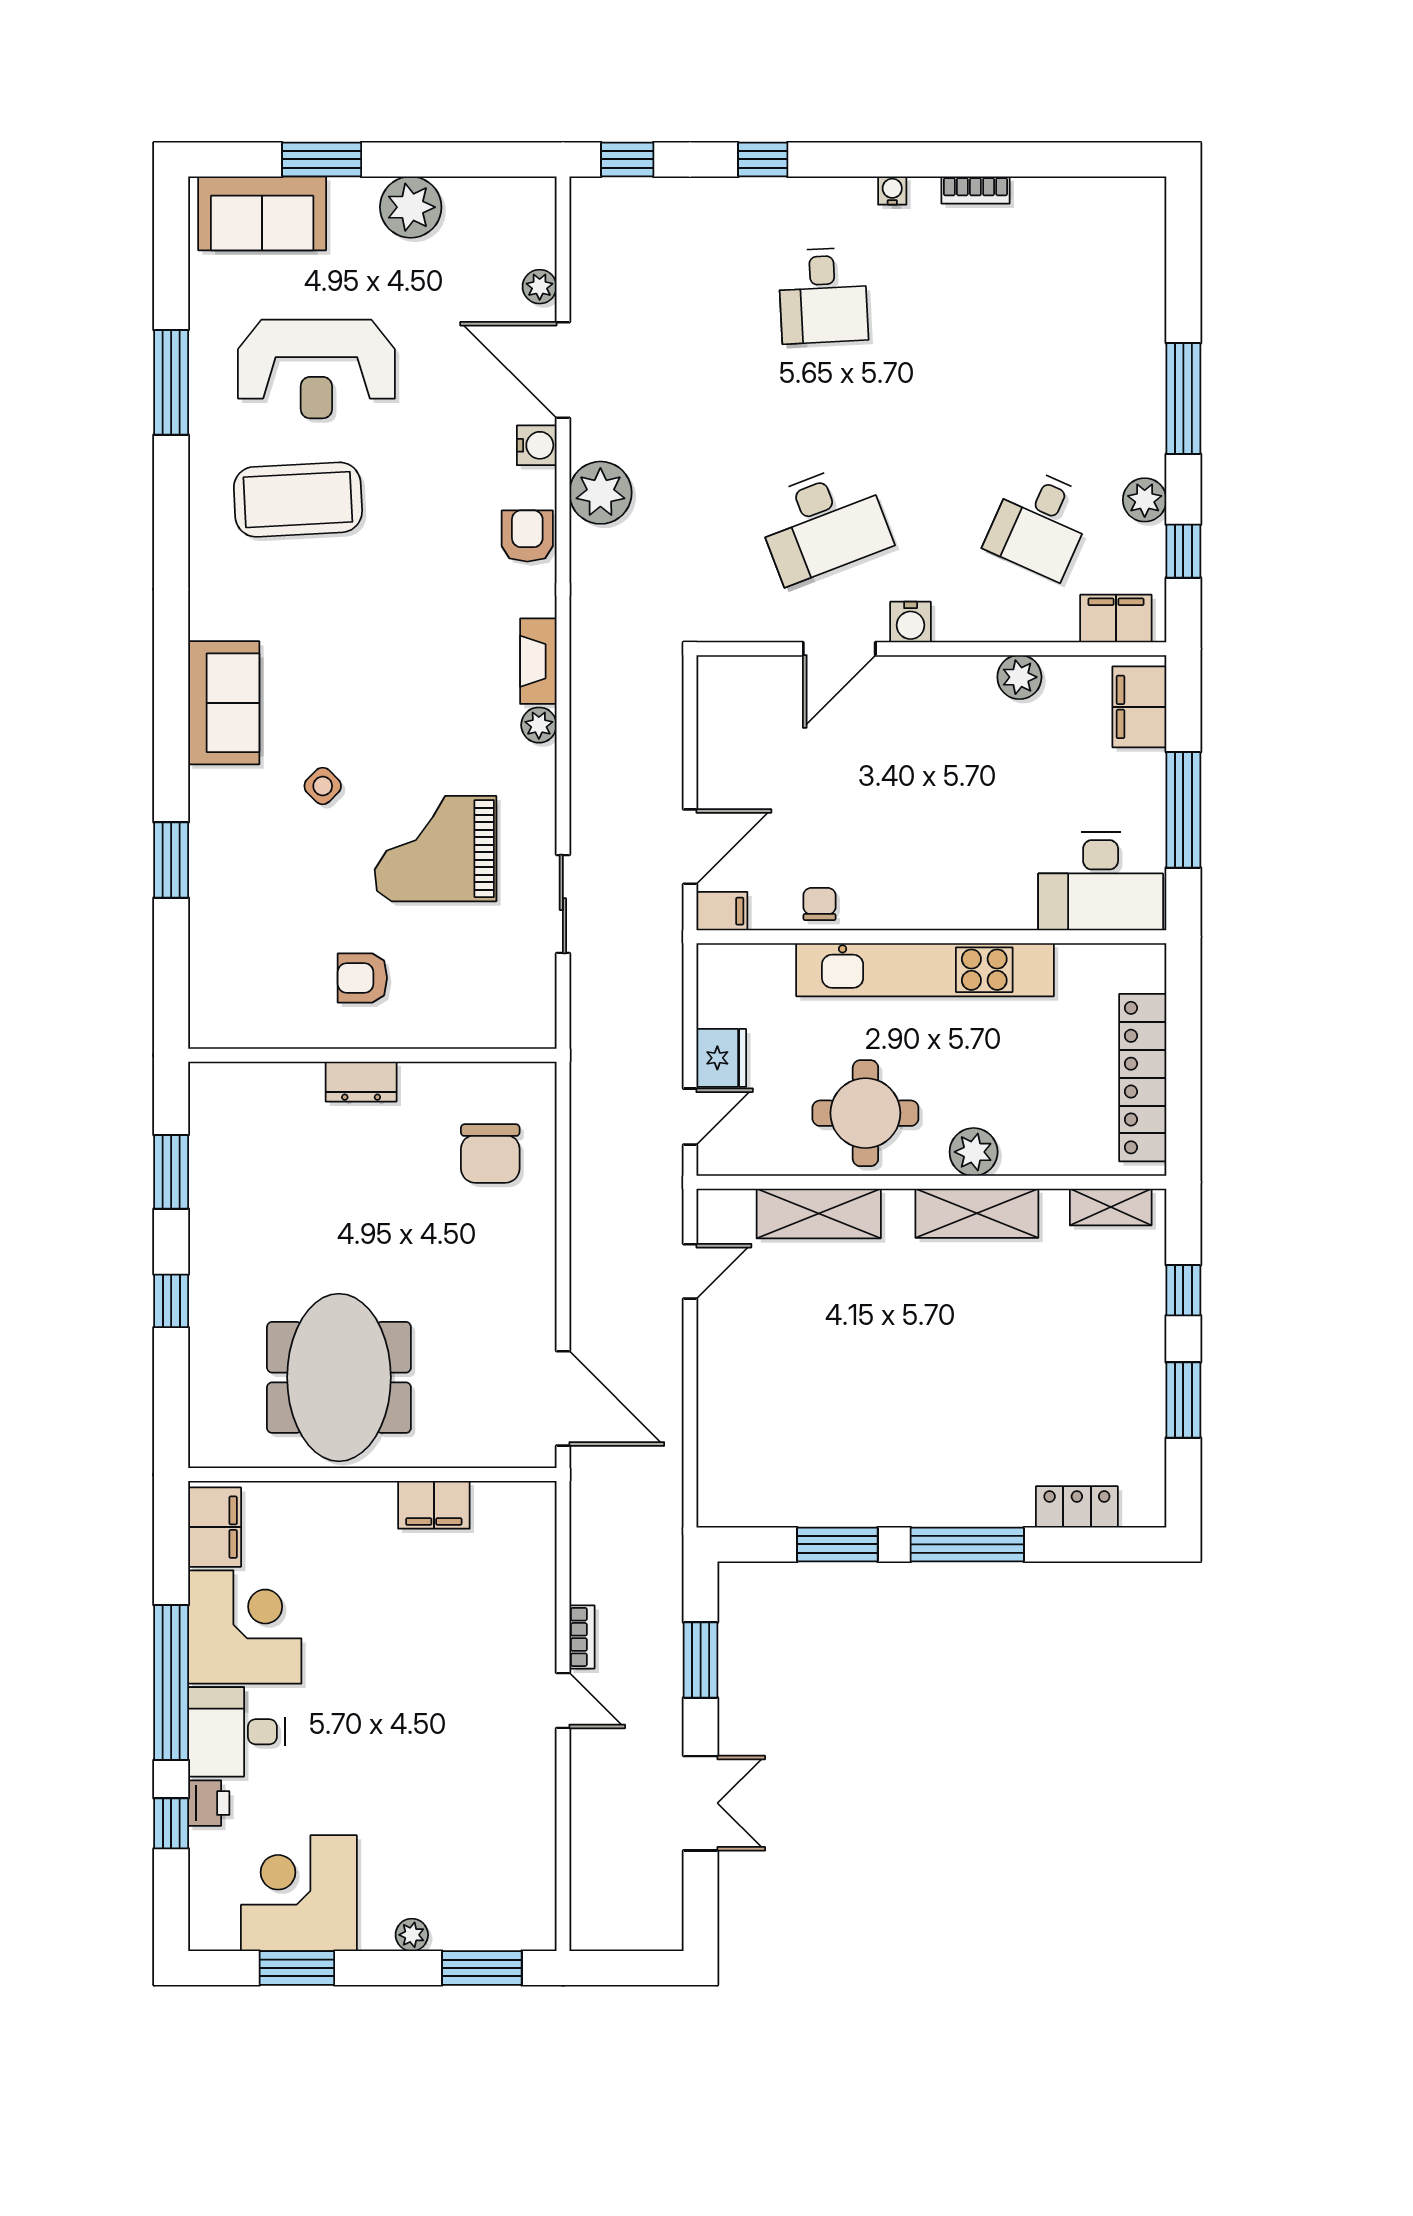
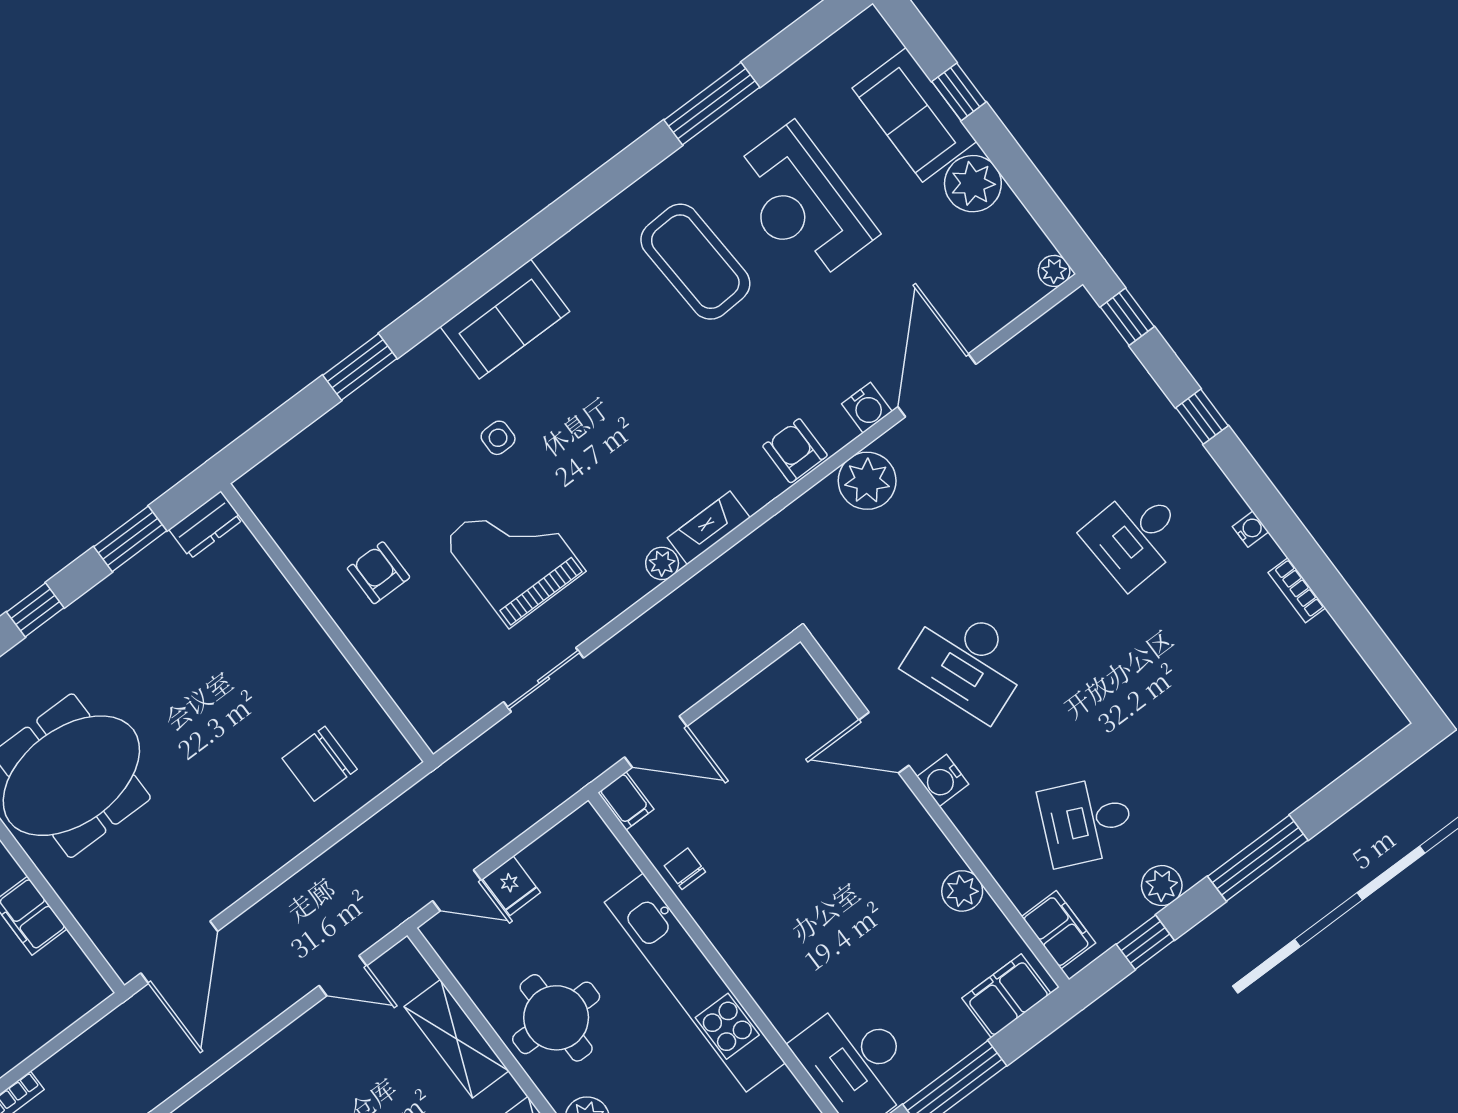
window: (322, 159) -> (959, 92), width x0.67
sofa: (262, 213) -> (914, 115), moved
plant: (540, 287) -> (1054, 271), moved
armchair: (527, 536) -> (795, 451), turned -90
side table: (323, 786) -> (498, 438), turned 45
chair: (820, 904) -> (685, 869), turned -90
fridge: (721, 1058) -> (511, 886), width x0.72
dresser: (361, 1082) -> (206, 525), moved, turned -90

